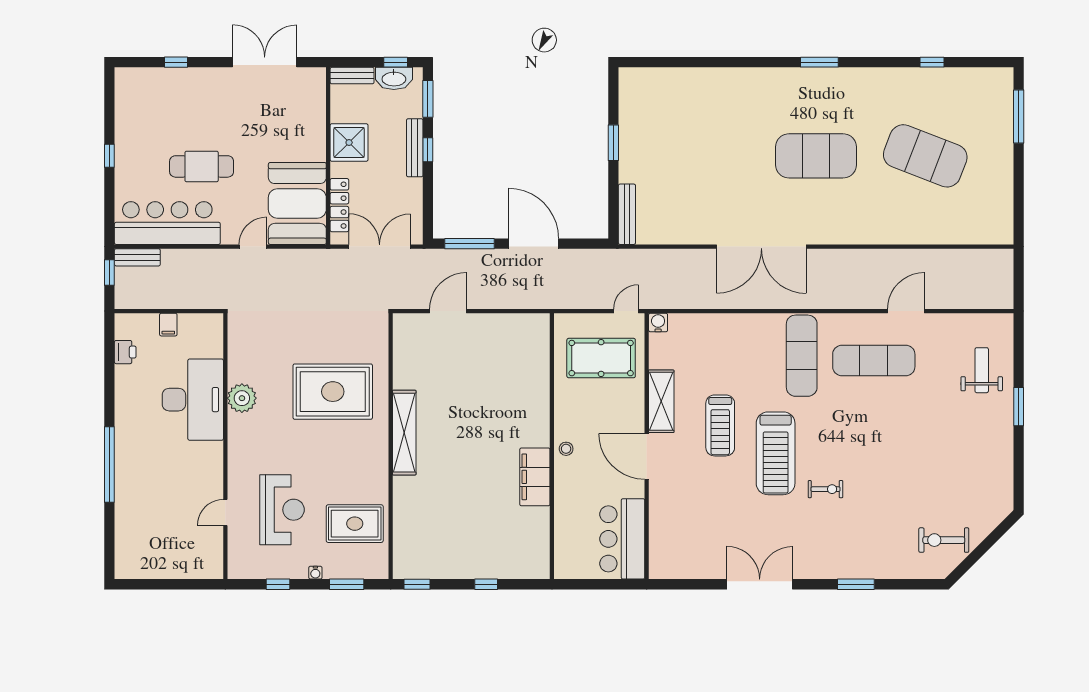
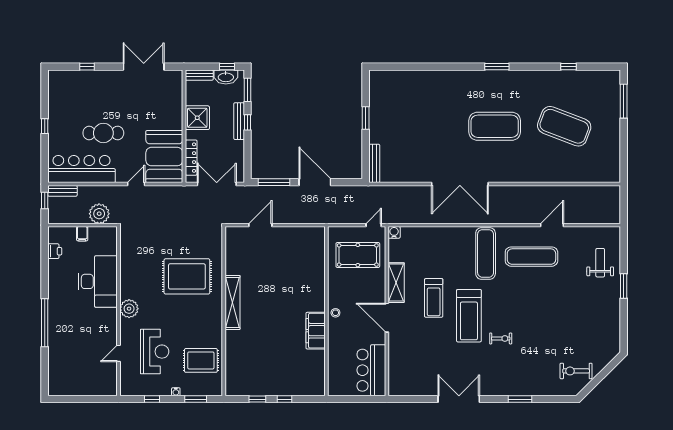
plant: (195, 293) -> (99, 214), added
plant: (242, 398) -> (129, 309), moved
window: (417, 584) -> (257, 399), moved

